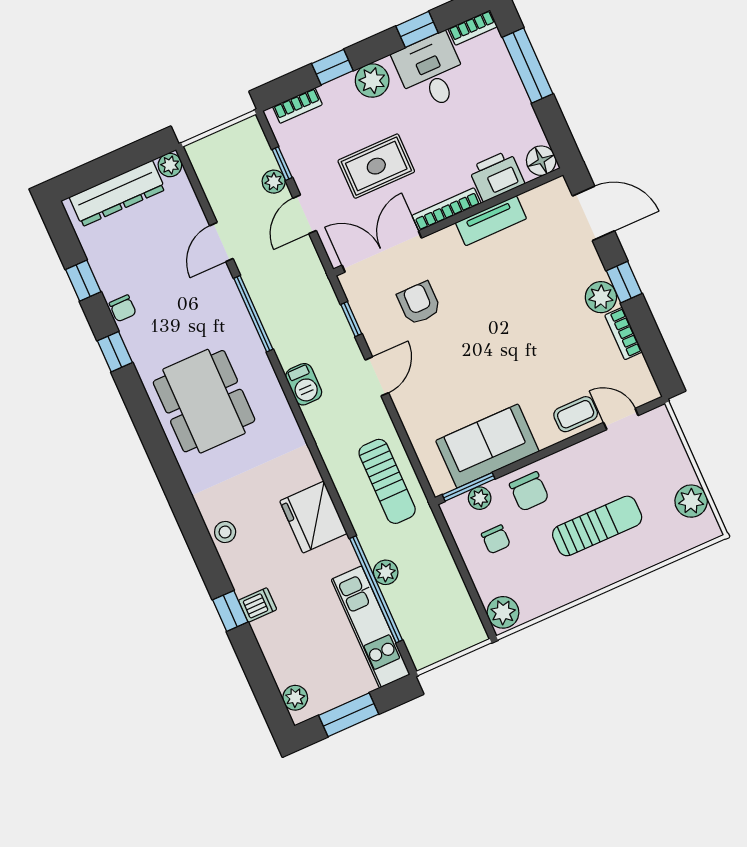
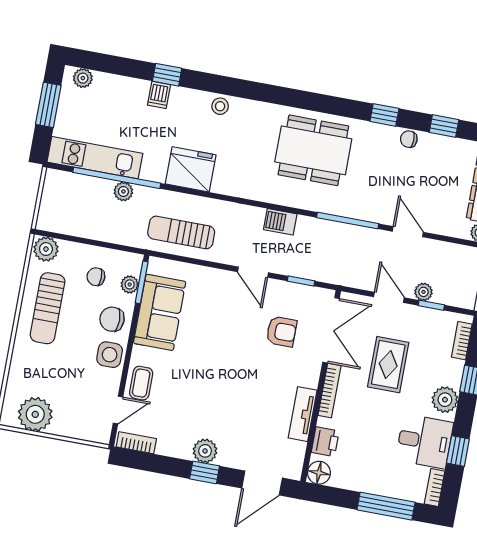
printer: (497, 176) -> (325, 442), width x0.73, depth x0.81
bookcase: (623, 334) -> (136, 443), moved
side table: (568, 468) -> (110, 355), added
plant: (691, 501) -> (35, 414), width x1.36, depth x1.36
sun lounger: (597, 526) -> (48, 308), moved

